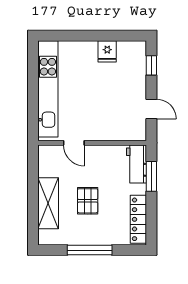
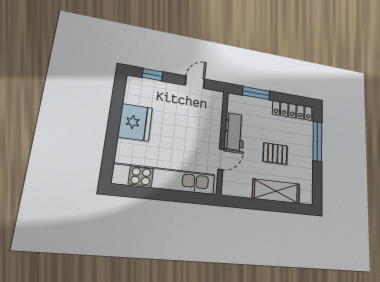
fridge: (107, 51) -> (135, 122), width x1.88, depth x1.34
workbench: (137, 164) -> (234, 132), moved, turned -90
window: (90, 250) -> (317, 141), moved

